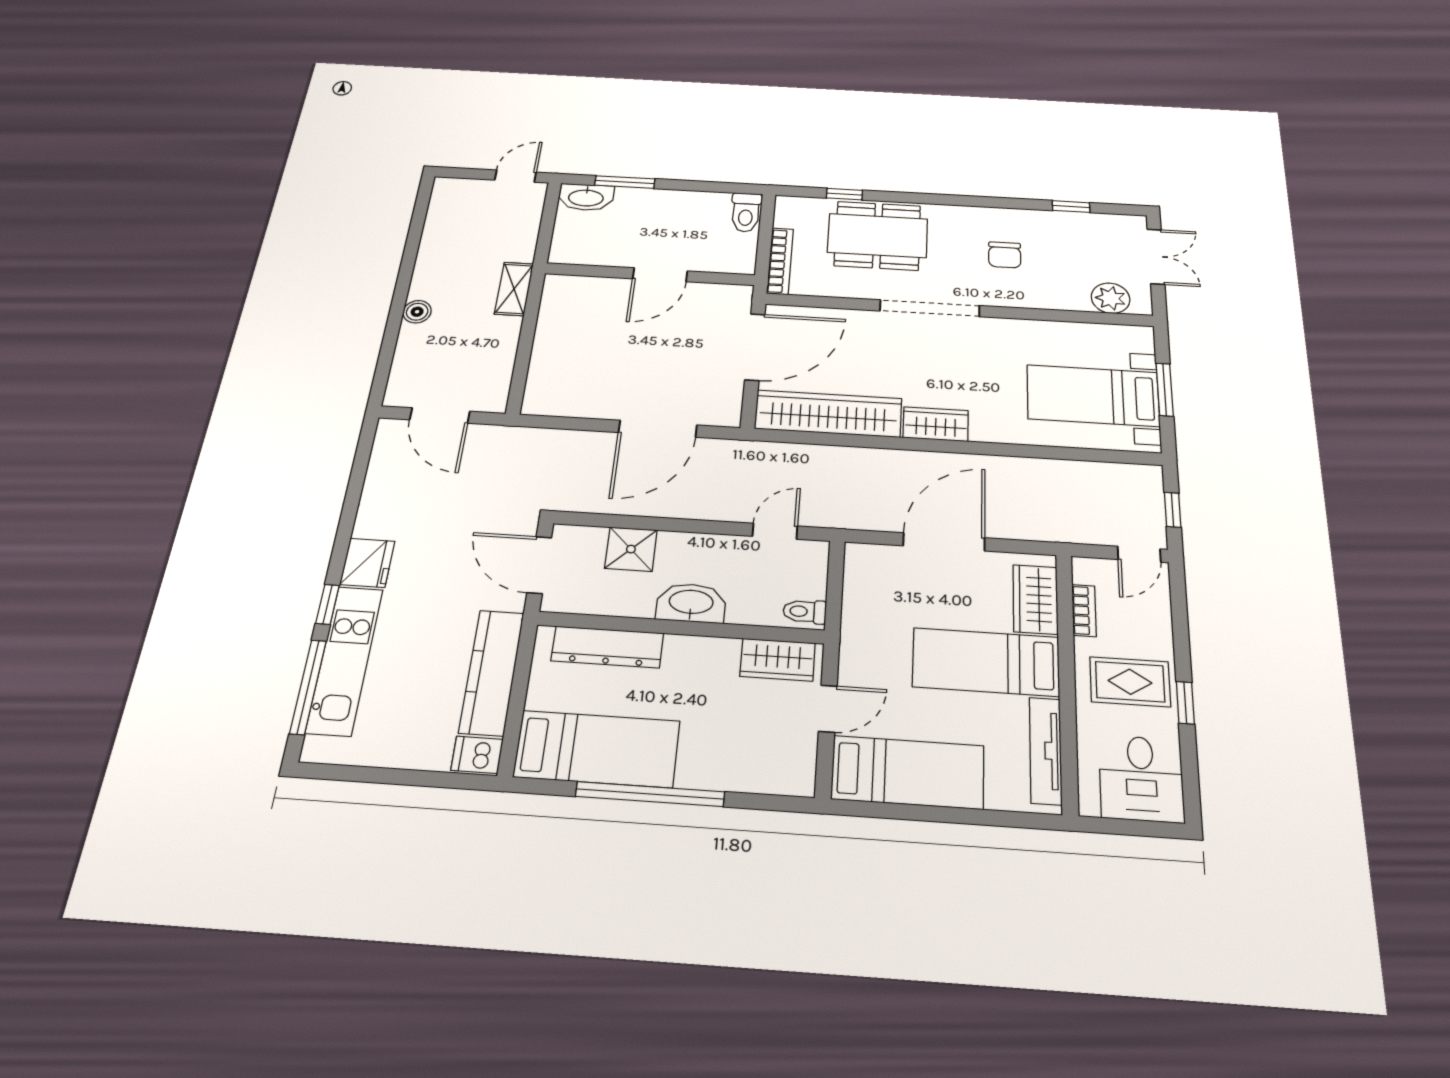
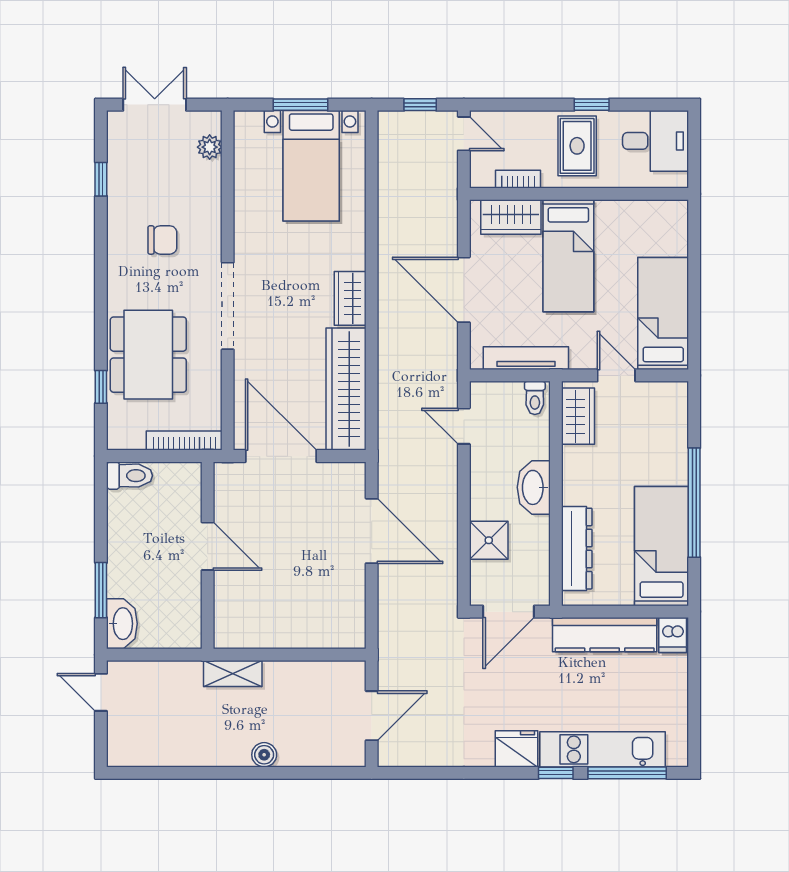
plant: (1111, 298) -> (210, 147), width x0.73, depth x0.73
tv unit: (1046, 751) -> (526, 358), moved, turned 180

